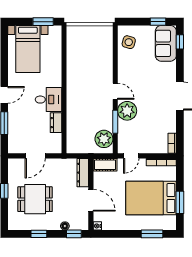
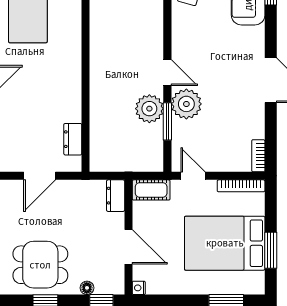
desk: (48, 100) -> (61, 86), removed
dresser: (56, 123) -> (73, 139), moved
plant: (104, 139) -> (149, 109), moved
door: (131, 156) -> (193, 176), swing flipped
dresser: (83, 173) -> (116, 196), width x0.70
dining table: (35, 199) -> (40, 265), moved

